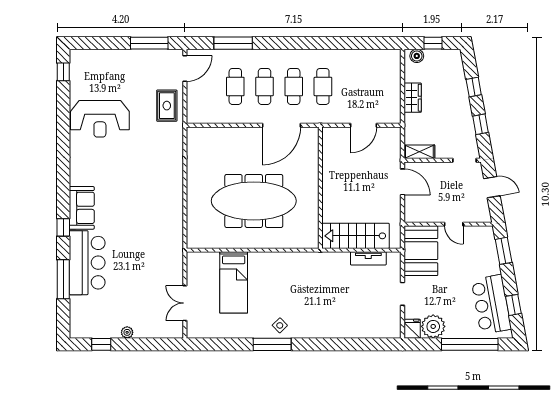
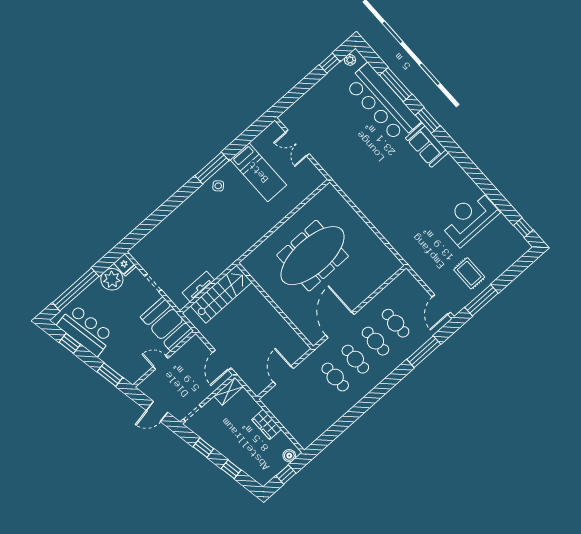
rug: (167, 106) -> (469, 273), moved
door: (403, 182) -> (222, 360), hinge flipped
window: (63, 227) -> (428, 120), width x1.50
bar counter: (87, 263) -> (382, 103), width x1.36
bed: (234, 282) -> (258, 172), moved, turned 180
double door: (185, 303) -> (297, 143), swing flipped
plant: (127, 332) -> (350, 60), moved

